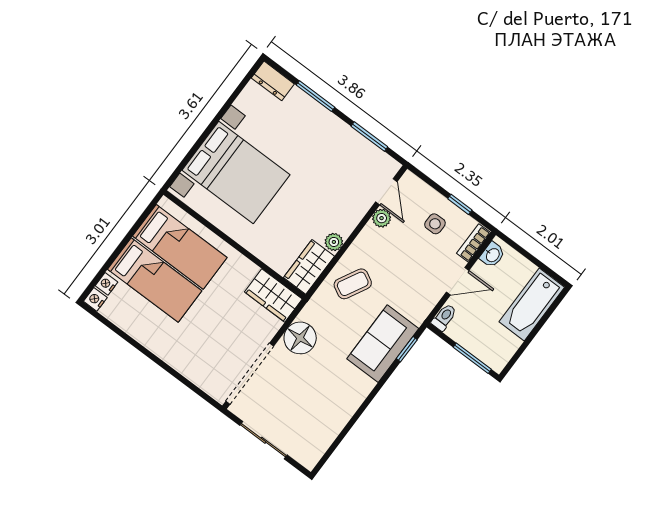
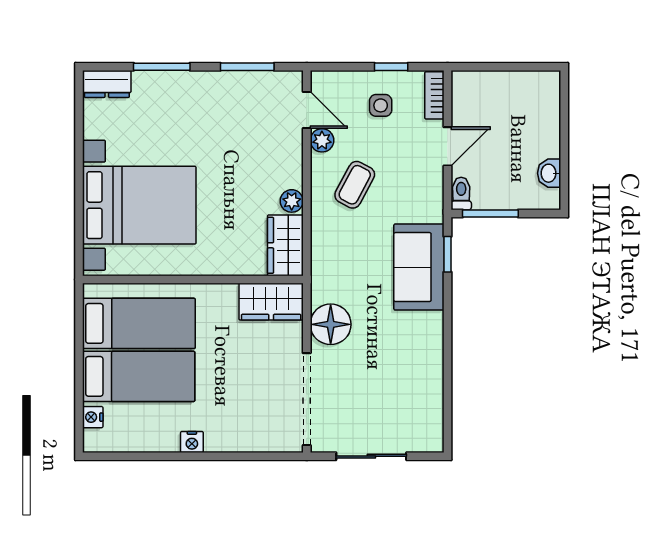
washbasin: (492, 255) -> (549, 173), moved, turned 180
coffee table: (353, 284) -> (355, 185), moved
nightstand: (95, 299) -> (192, 442), moved, turned -90
bathtub: (532, 305) -> (541, 114), removed
window: (472, 358) -> (490, 214), moved

